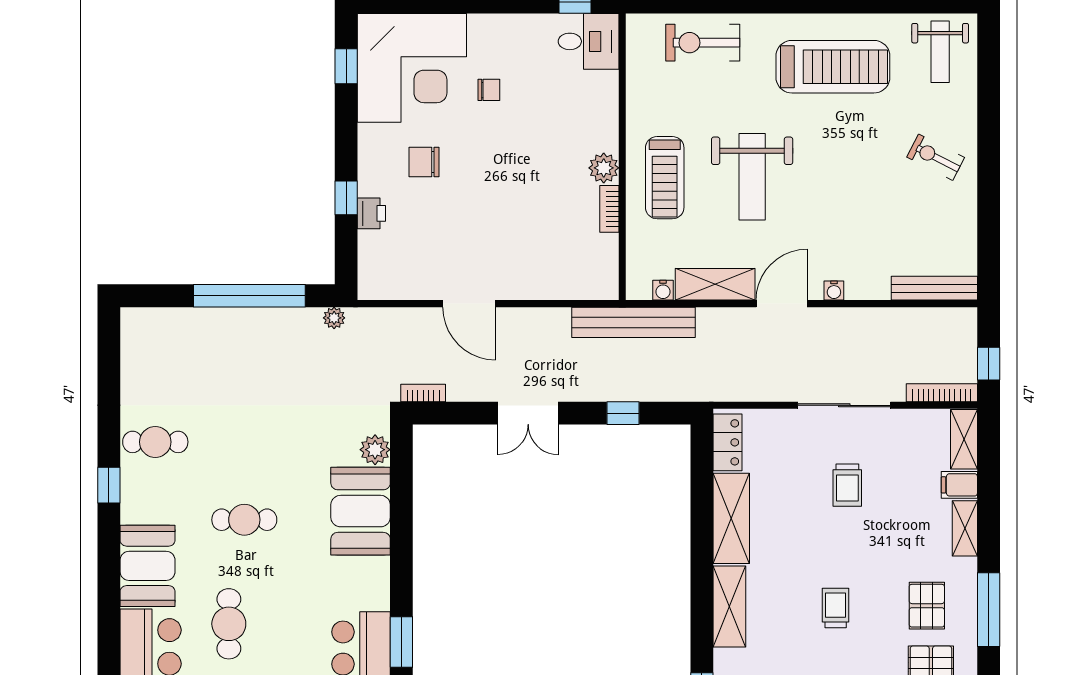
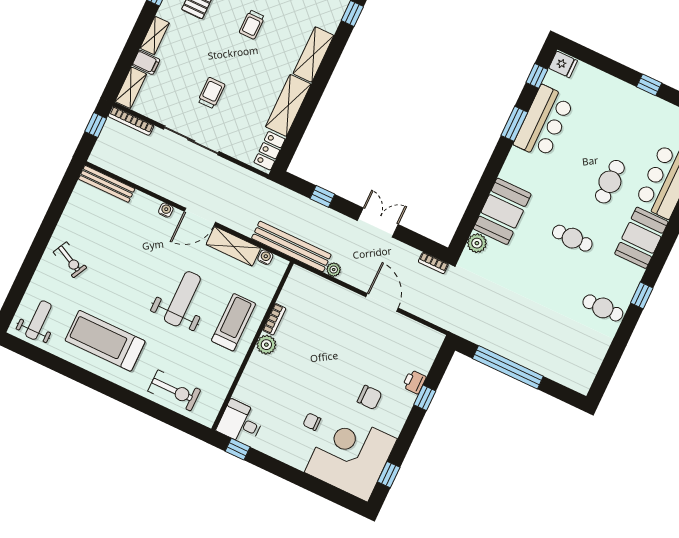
plant: (334, 318) -> (334, 270), moved

